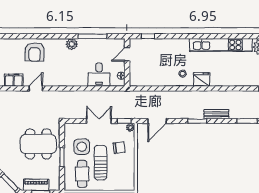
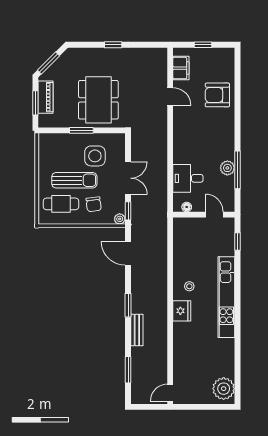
plant: (72, 44) -> (227, 168), moved
kitchen unit: (221, 45) -> (226, 297), moved
cafe table: (82, 174) -> (61, 204), moved

